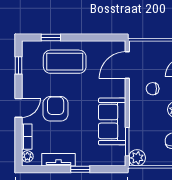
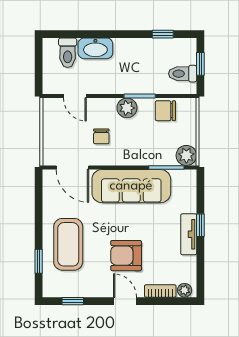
sofa: (112, 121) -> (131, 186), width x1.36
tv unit: (58, 160) -> (189, 234), moved

